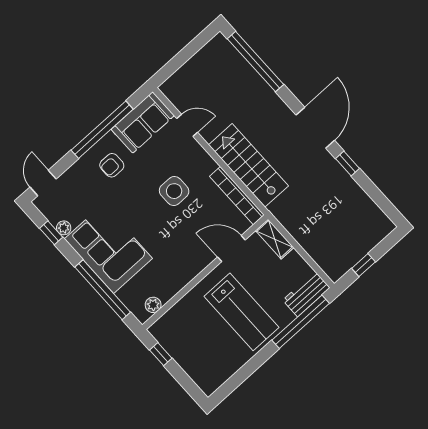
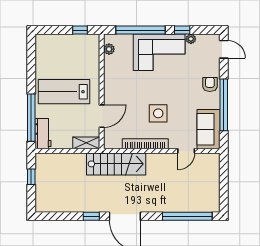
armchair: (112, 165) -> (210, 84), moved
stairs: (249, 165) -> (116, 164), moved
bookcase: (237, 196) -> (145, 144), moved
window: (51, 233) -> (182, 30), moved

